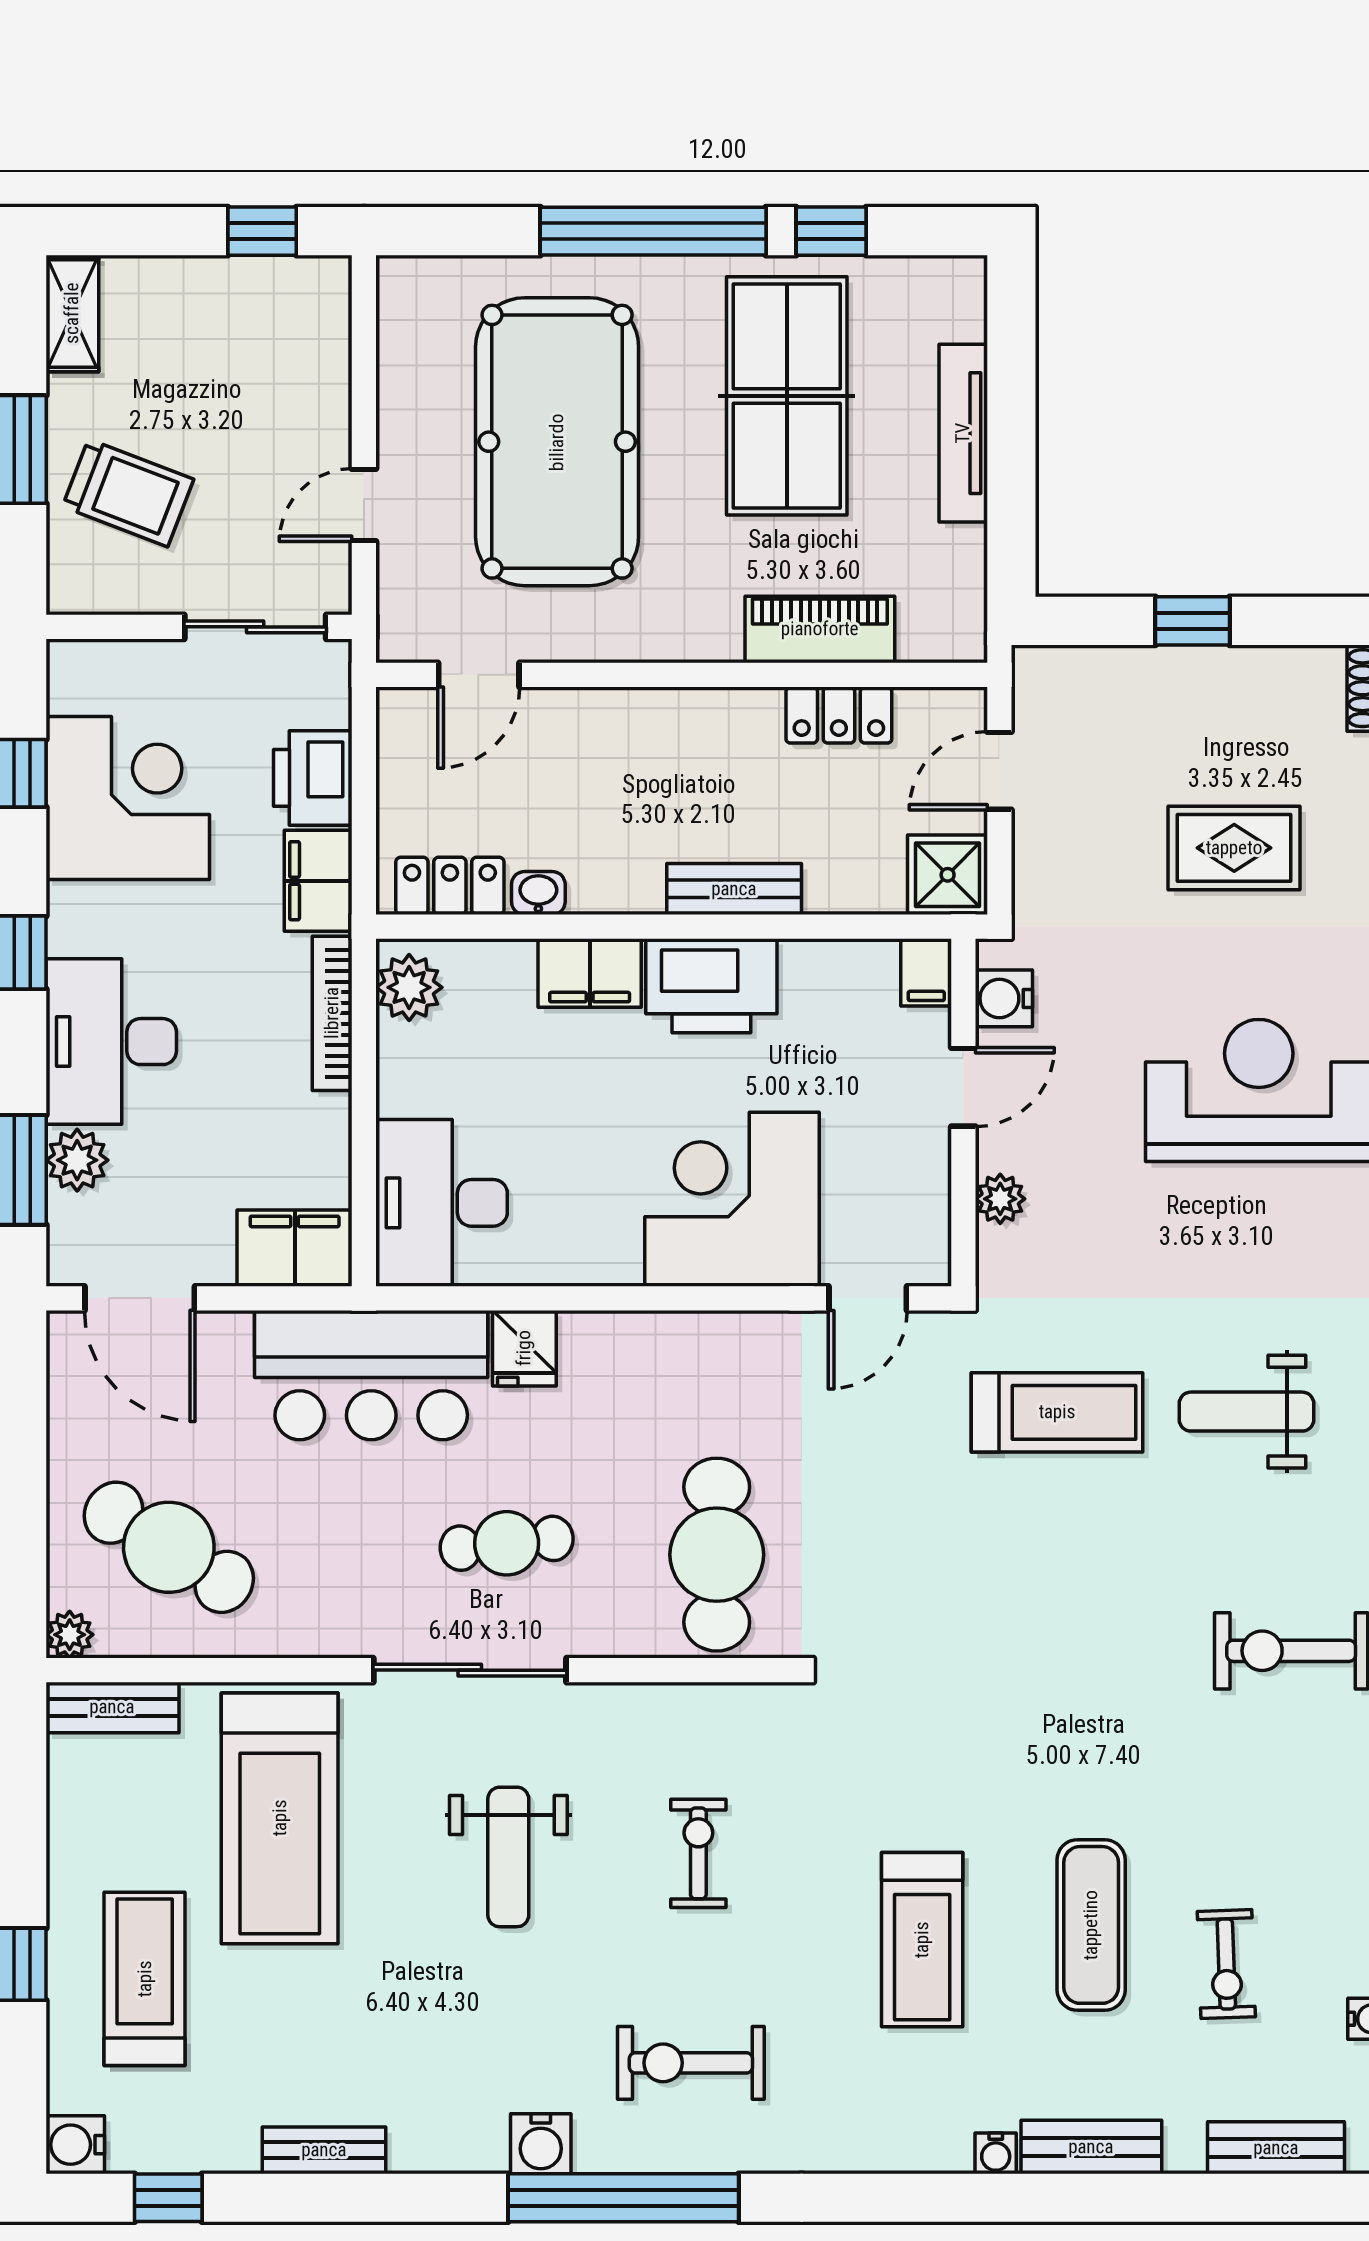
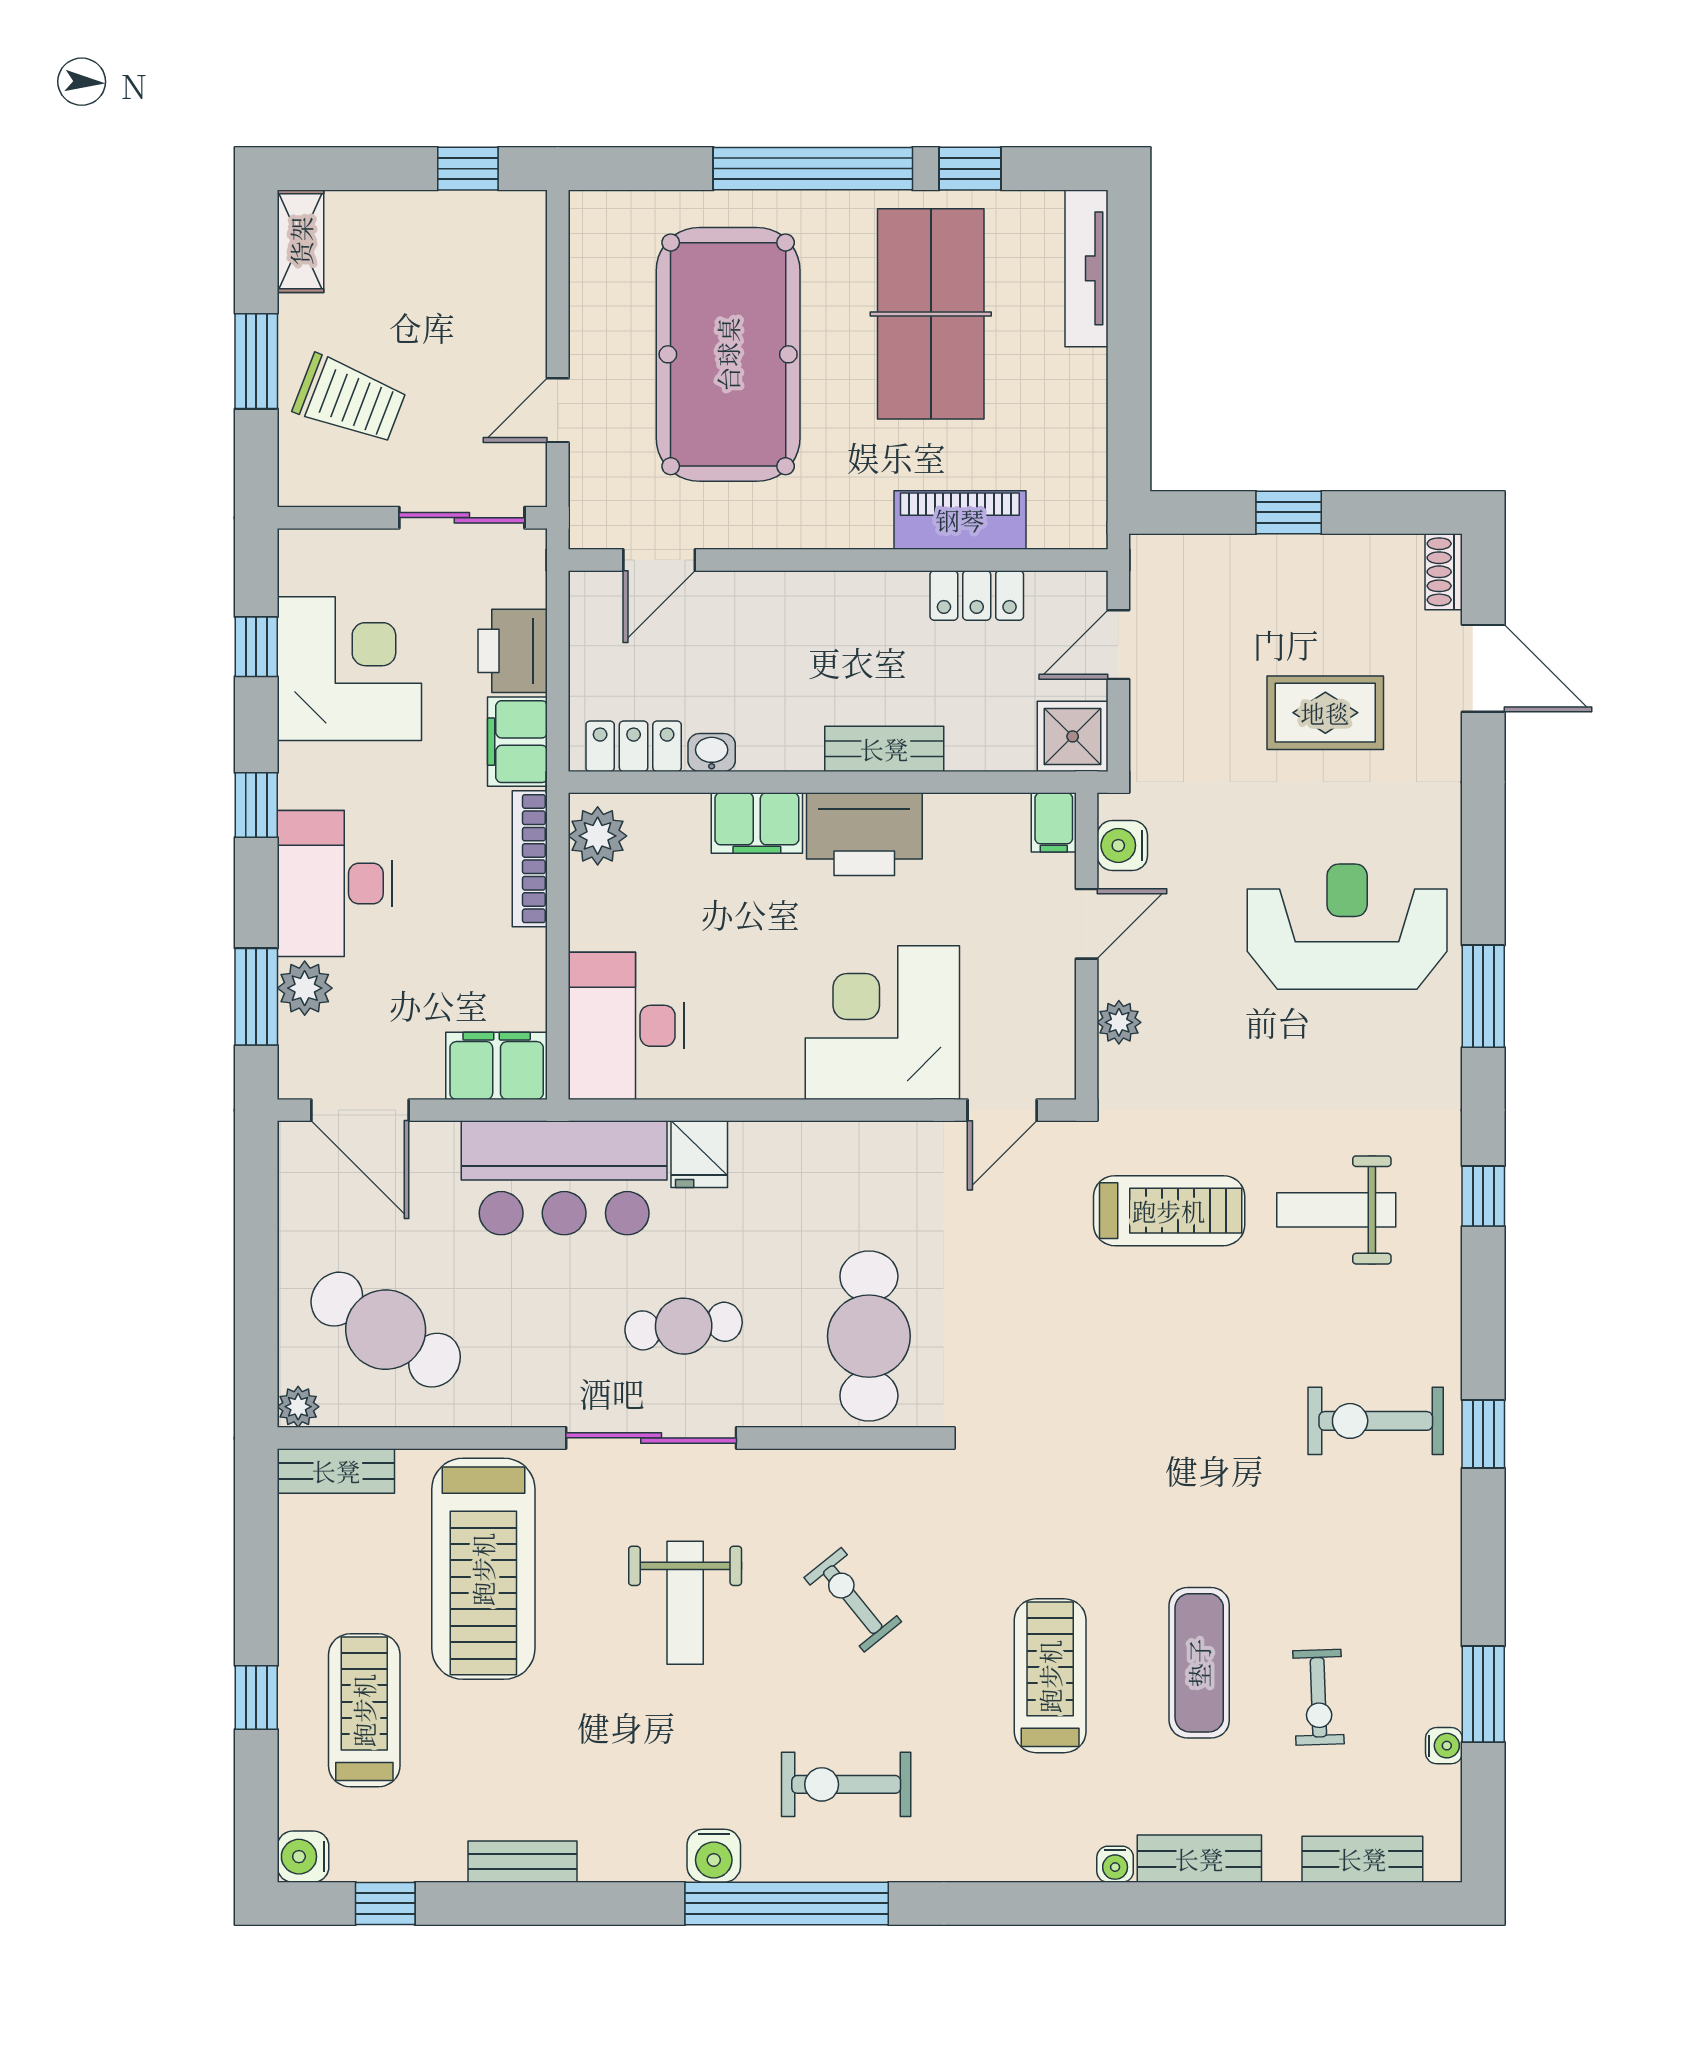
tv unit: (963, 433) -> (1087, 268), moved
exercise bike: (698, 1853) -> (853, 1600), turned -39
treadmill: (922, 1940) -> (1050, 1676), turned 180

